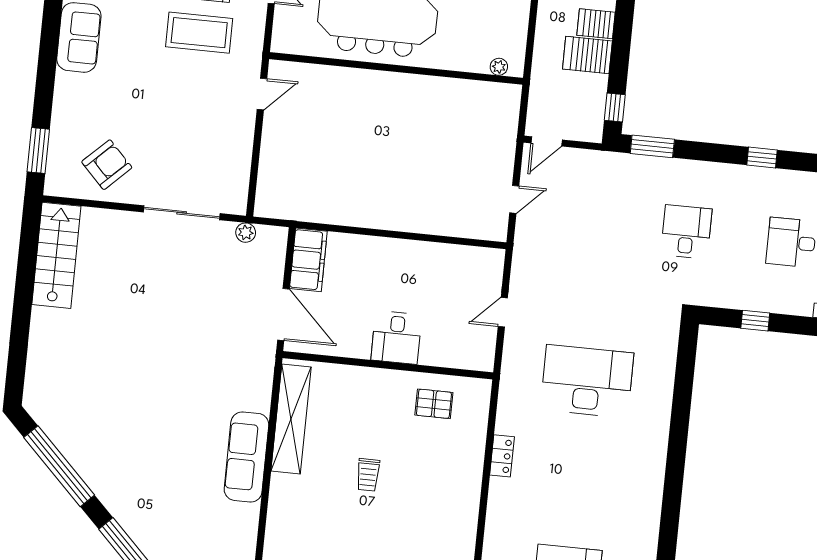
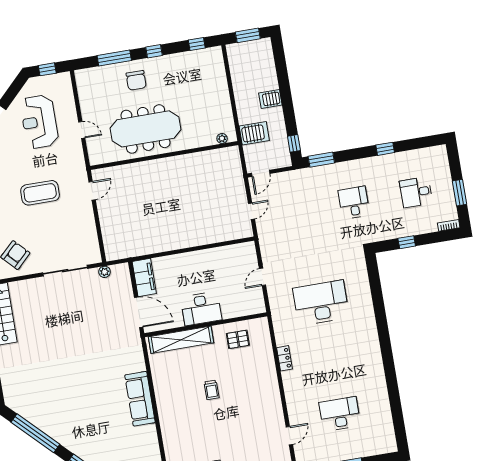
coffee table: (199, 33) -> (40, 193), moved
server rack: (587, 55) -> (254, 133), moved, turned 180
desk: (396, 338) -> (201, 309), width x1.37
shelving: (291, 419) -> (181, 340), moved, turned 90

